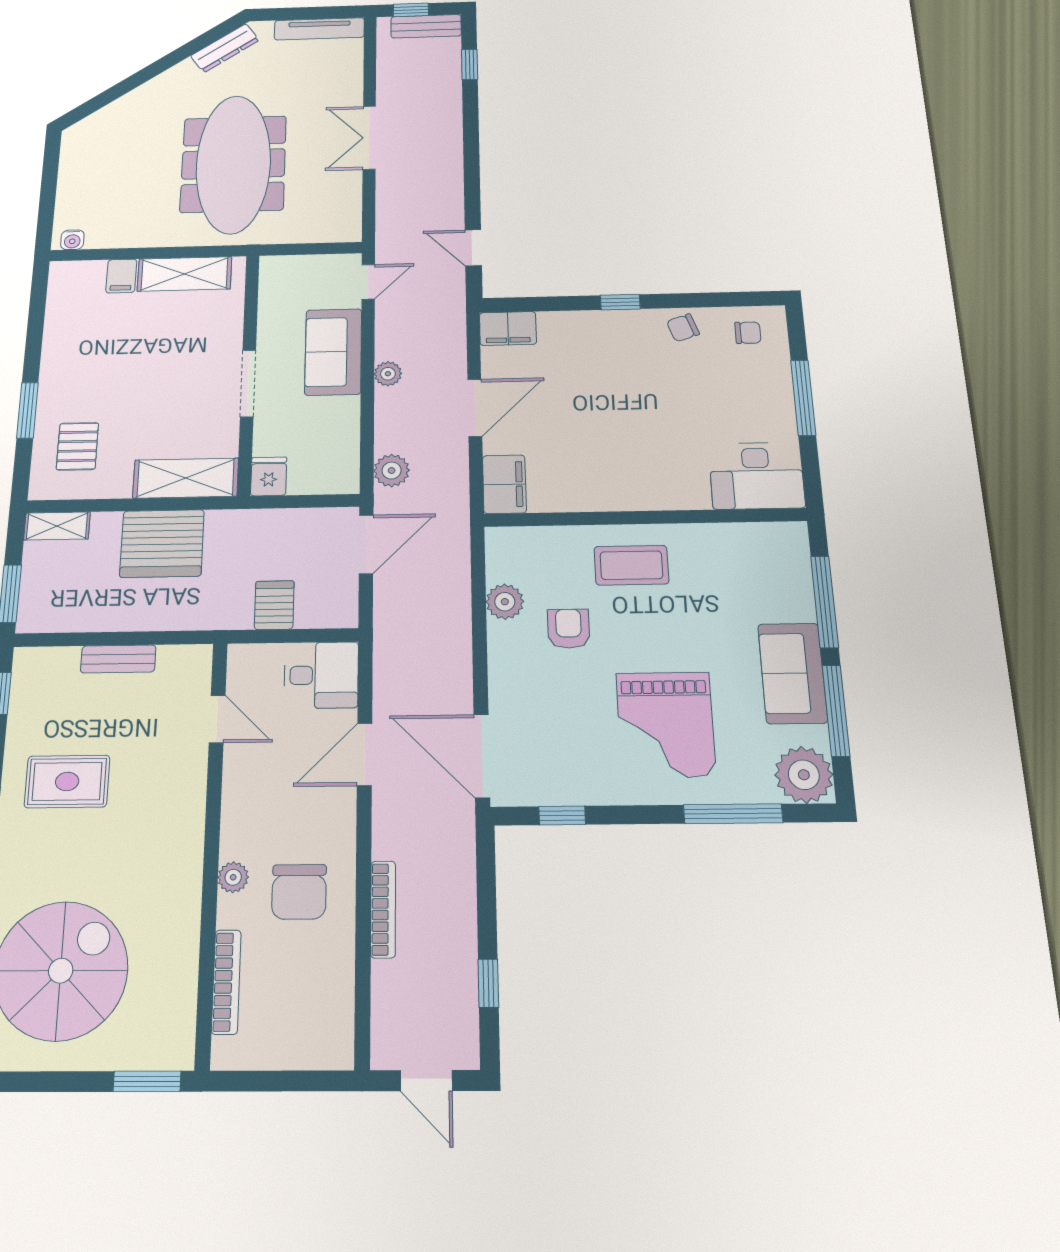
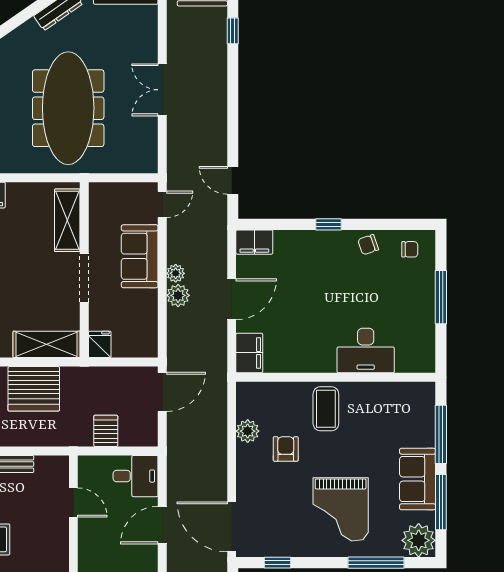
shelving: (184, 274) -> (67, 220), moved, turned 90
plant: (392, 471) -> (178, 295), moved
desk: (756, 476) -> (366, 351), moved
coffee table: (631, 565) -> (326, 409), turned 90

